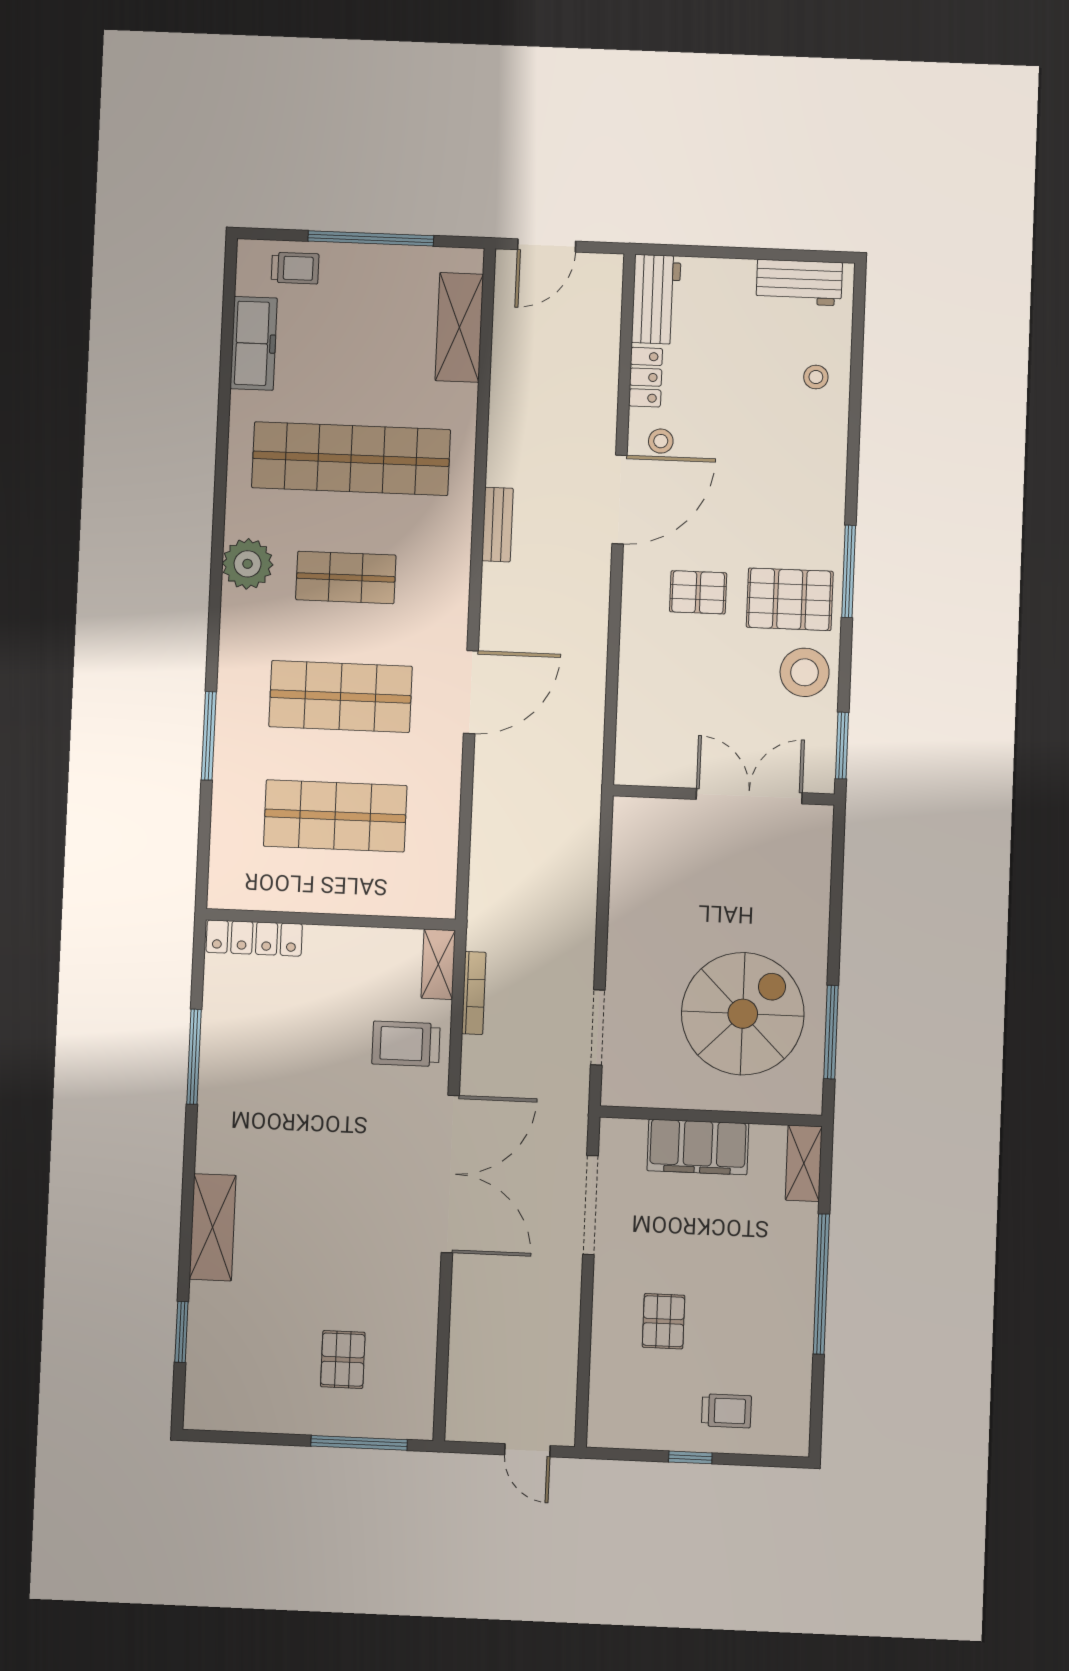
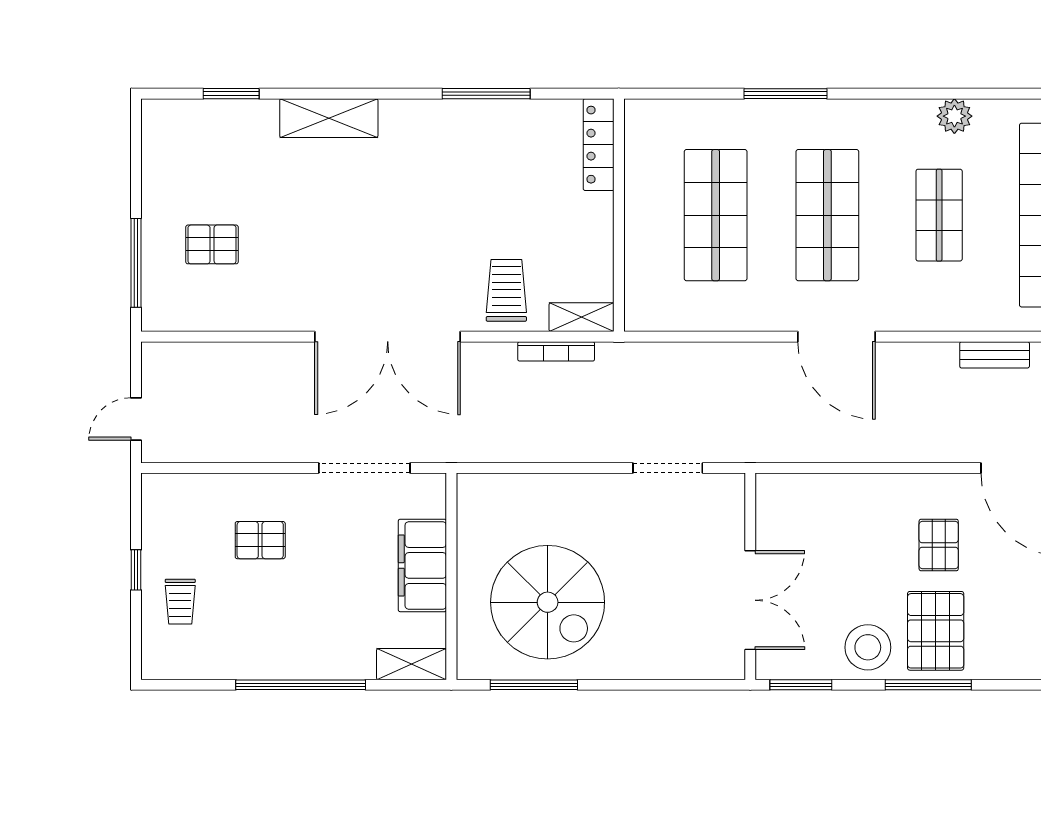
plant: (248, 564) -> (954, 116), width x0.73, depth x0.73
window: (849, 571) -> (928, 685), moved
doorway: (598, 1028) -> (668, 468), moved

